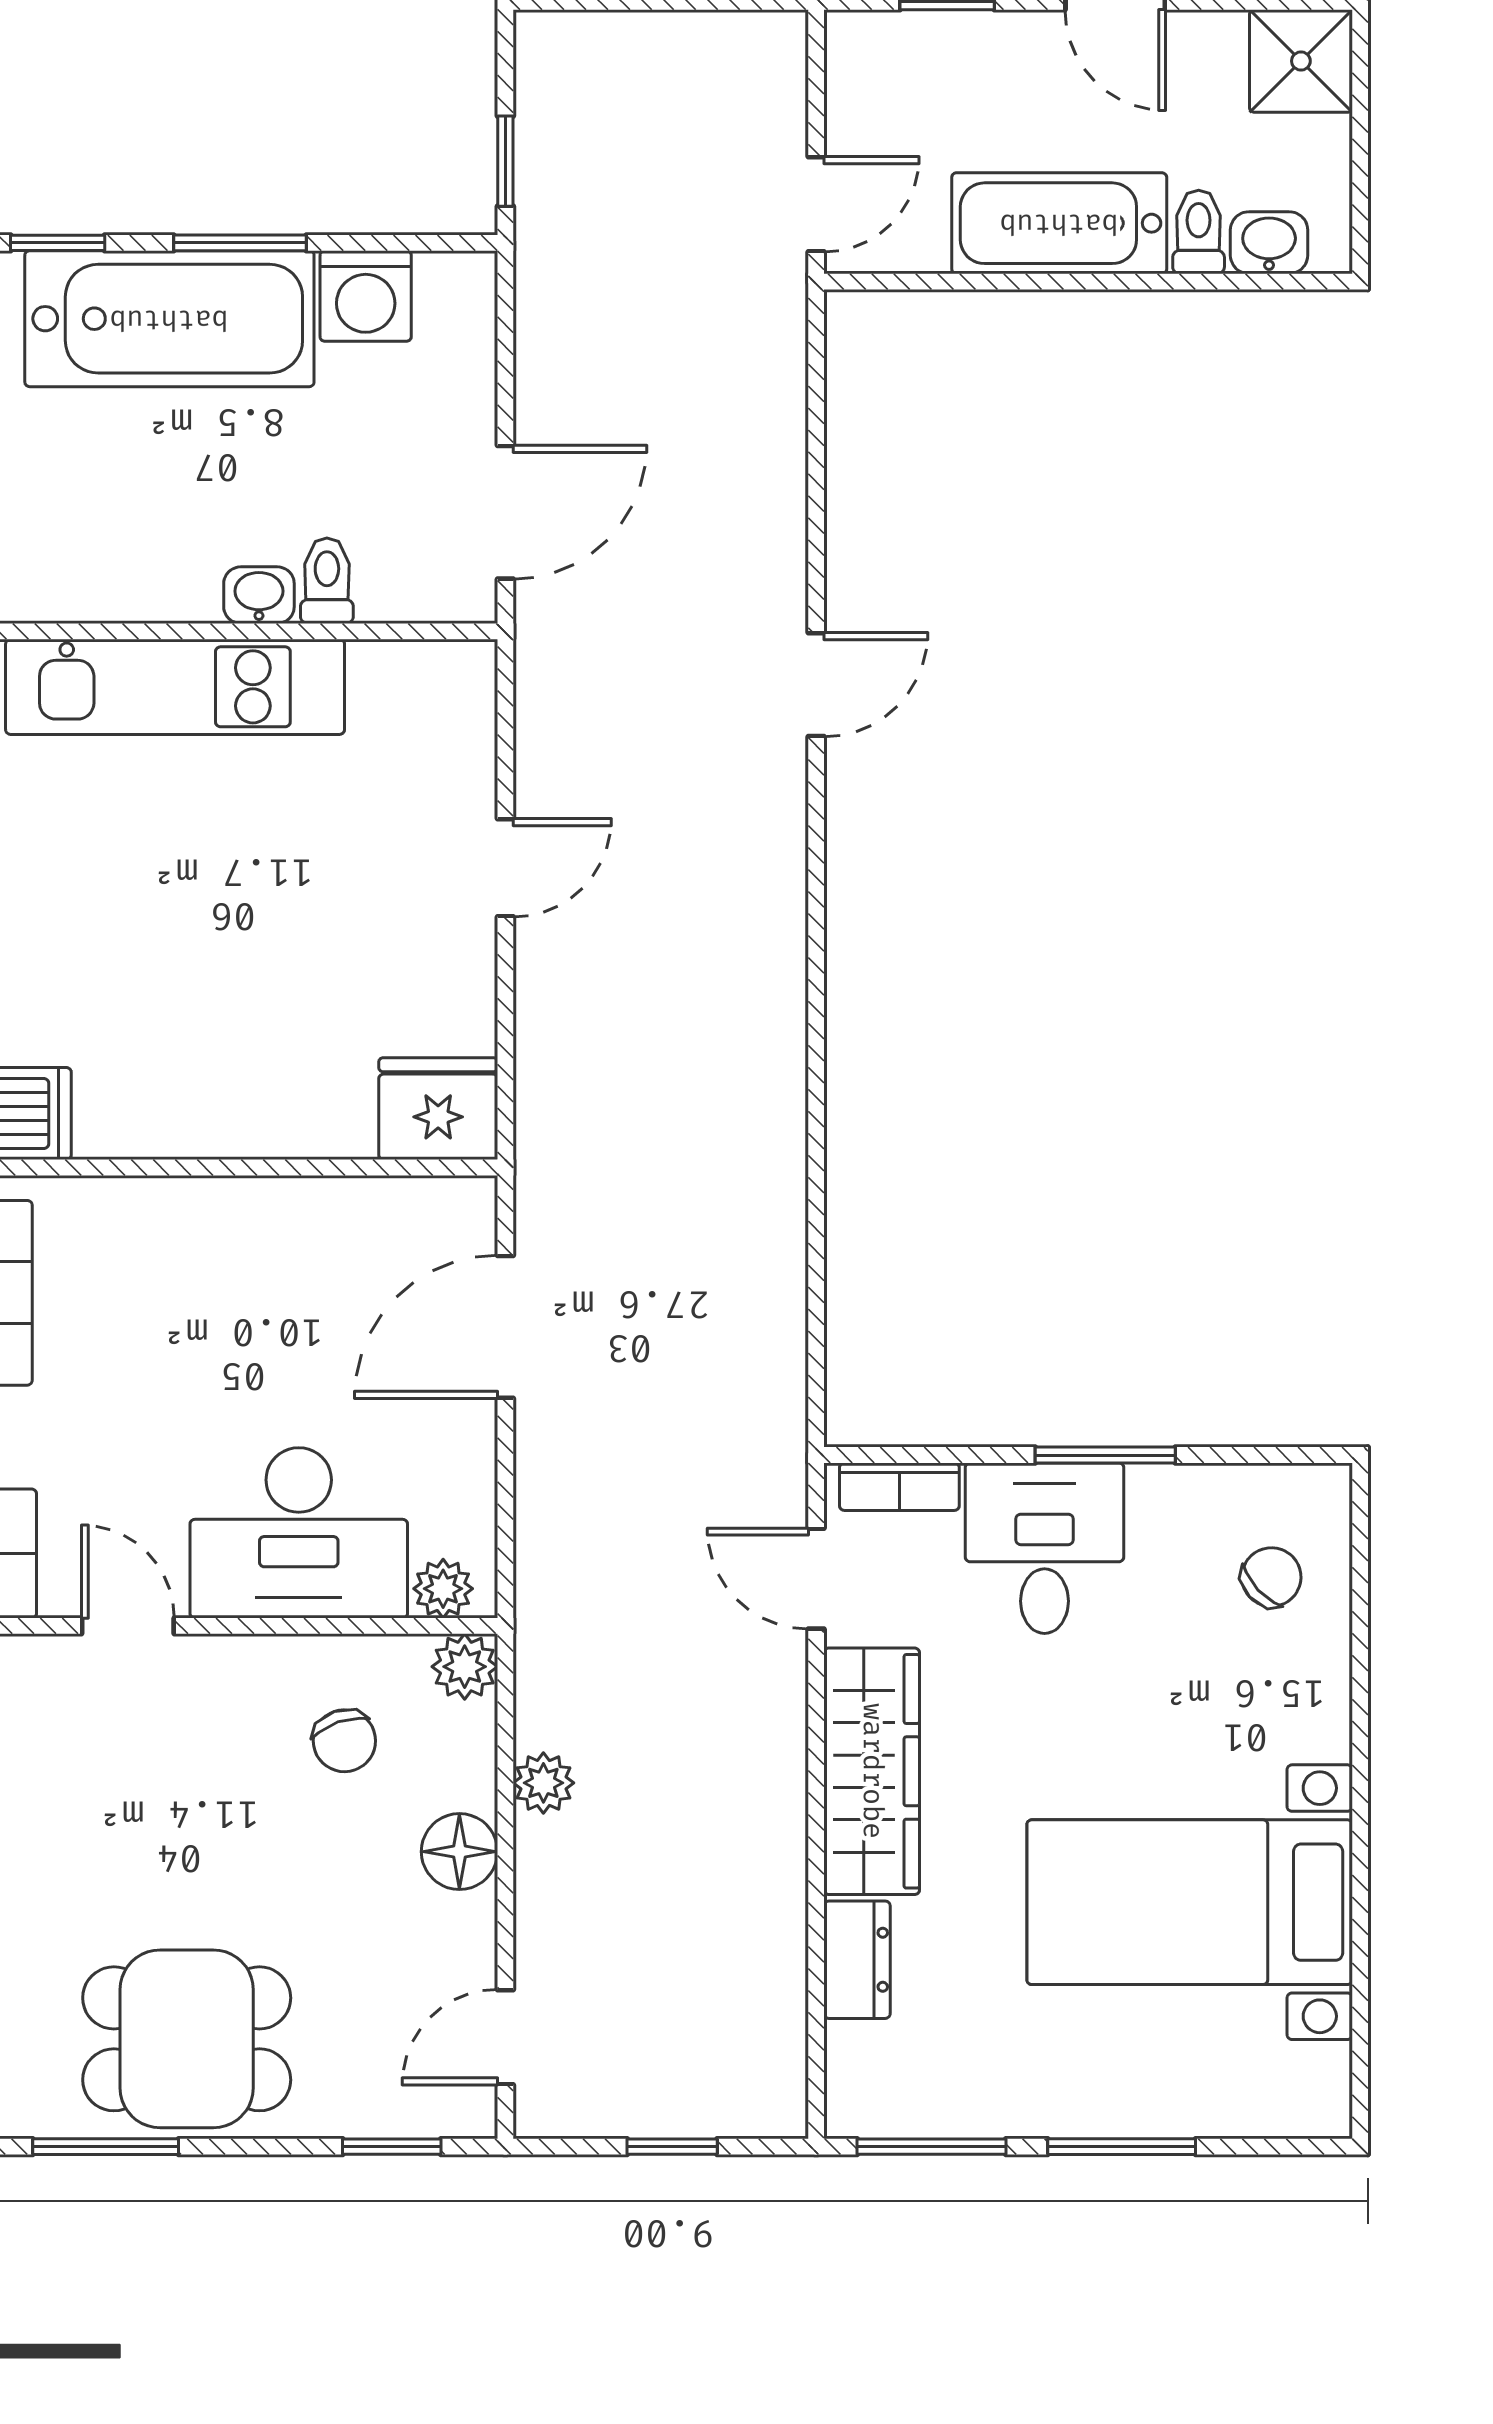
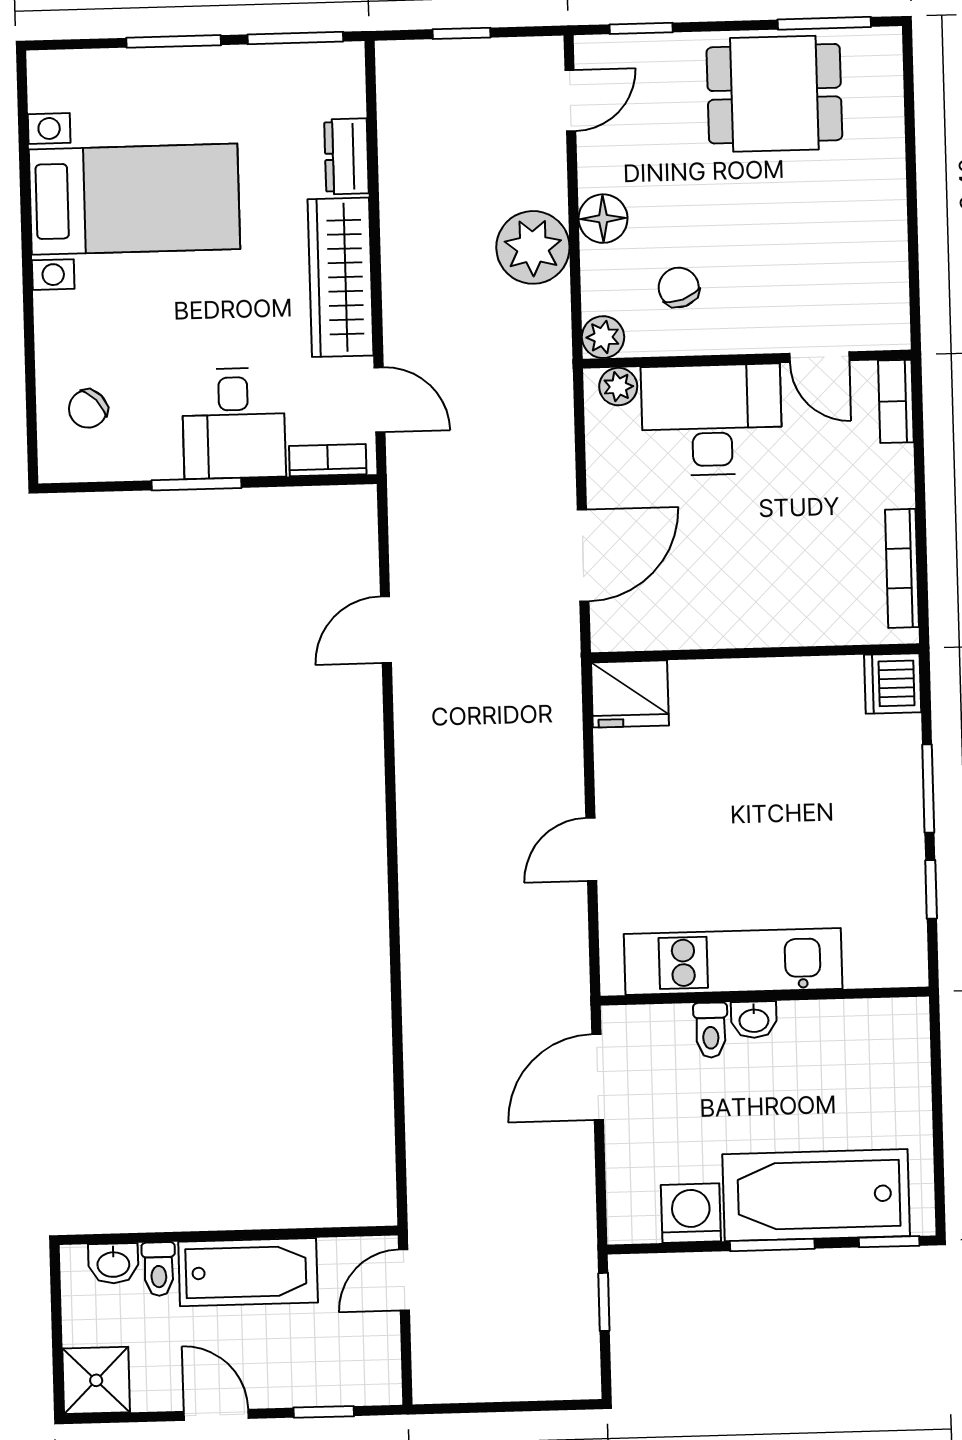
door: (816, 685) -> (386, 630), moved
kitchen unit: (175, 687) -> (733, 961), moved
plant: (543, 1783) -> (533, 247), width x1.87, depth x1.87

